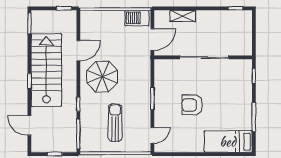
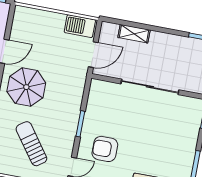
armchair: (192, 105) -> (105, 149), moved
sun lounger: (115, 123) -> (31, 144), turned -36

